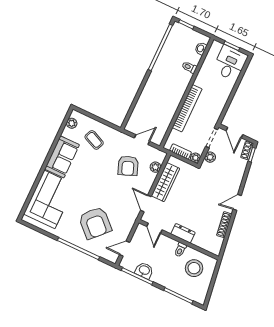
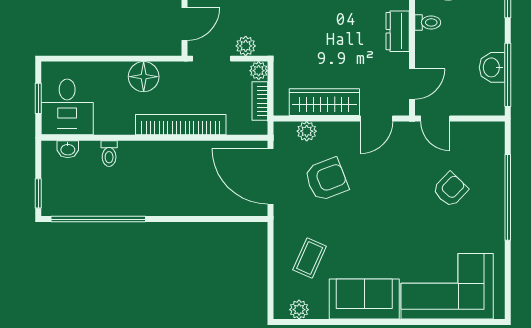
desk: (230, 63) -> (67, 107), moved, turned -90
floor lamp: (218, 101) -> (144, 77), added
door: (142, 140) -> (271, 176), width x1.88
armchair: (95, 223) -> (450, 190), width x0.53, depth x0.53
door: (125, 248) -> (435, 118), moved

